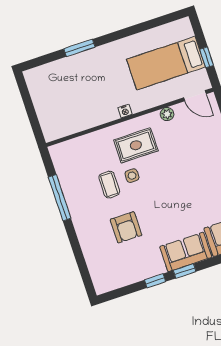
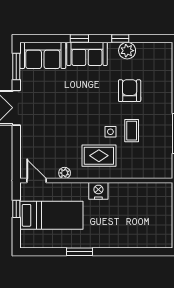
window: (79, 48) -> (80, 252), moved
nightstand: (125, 111) -> (98, 191), width x1.89, depth x1.79
plant: (143, 270) -> (127, 51), added
window: (185, 271) -> (79, 39), moved

